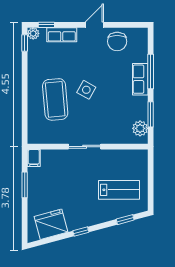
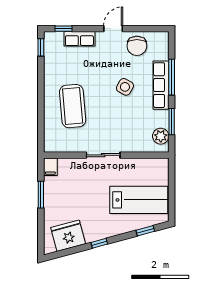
plant: (33, 33) -> (50, 38), removed
row of seats: (140, 79) -> (161, 85), width x1.48
side table: (86, 90) -> (125, 87), moved
lab bench: (119, 190) -> (139, 200), width x1.36, depth x1.39

